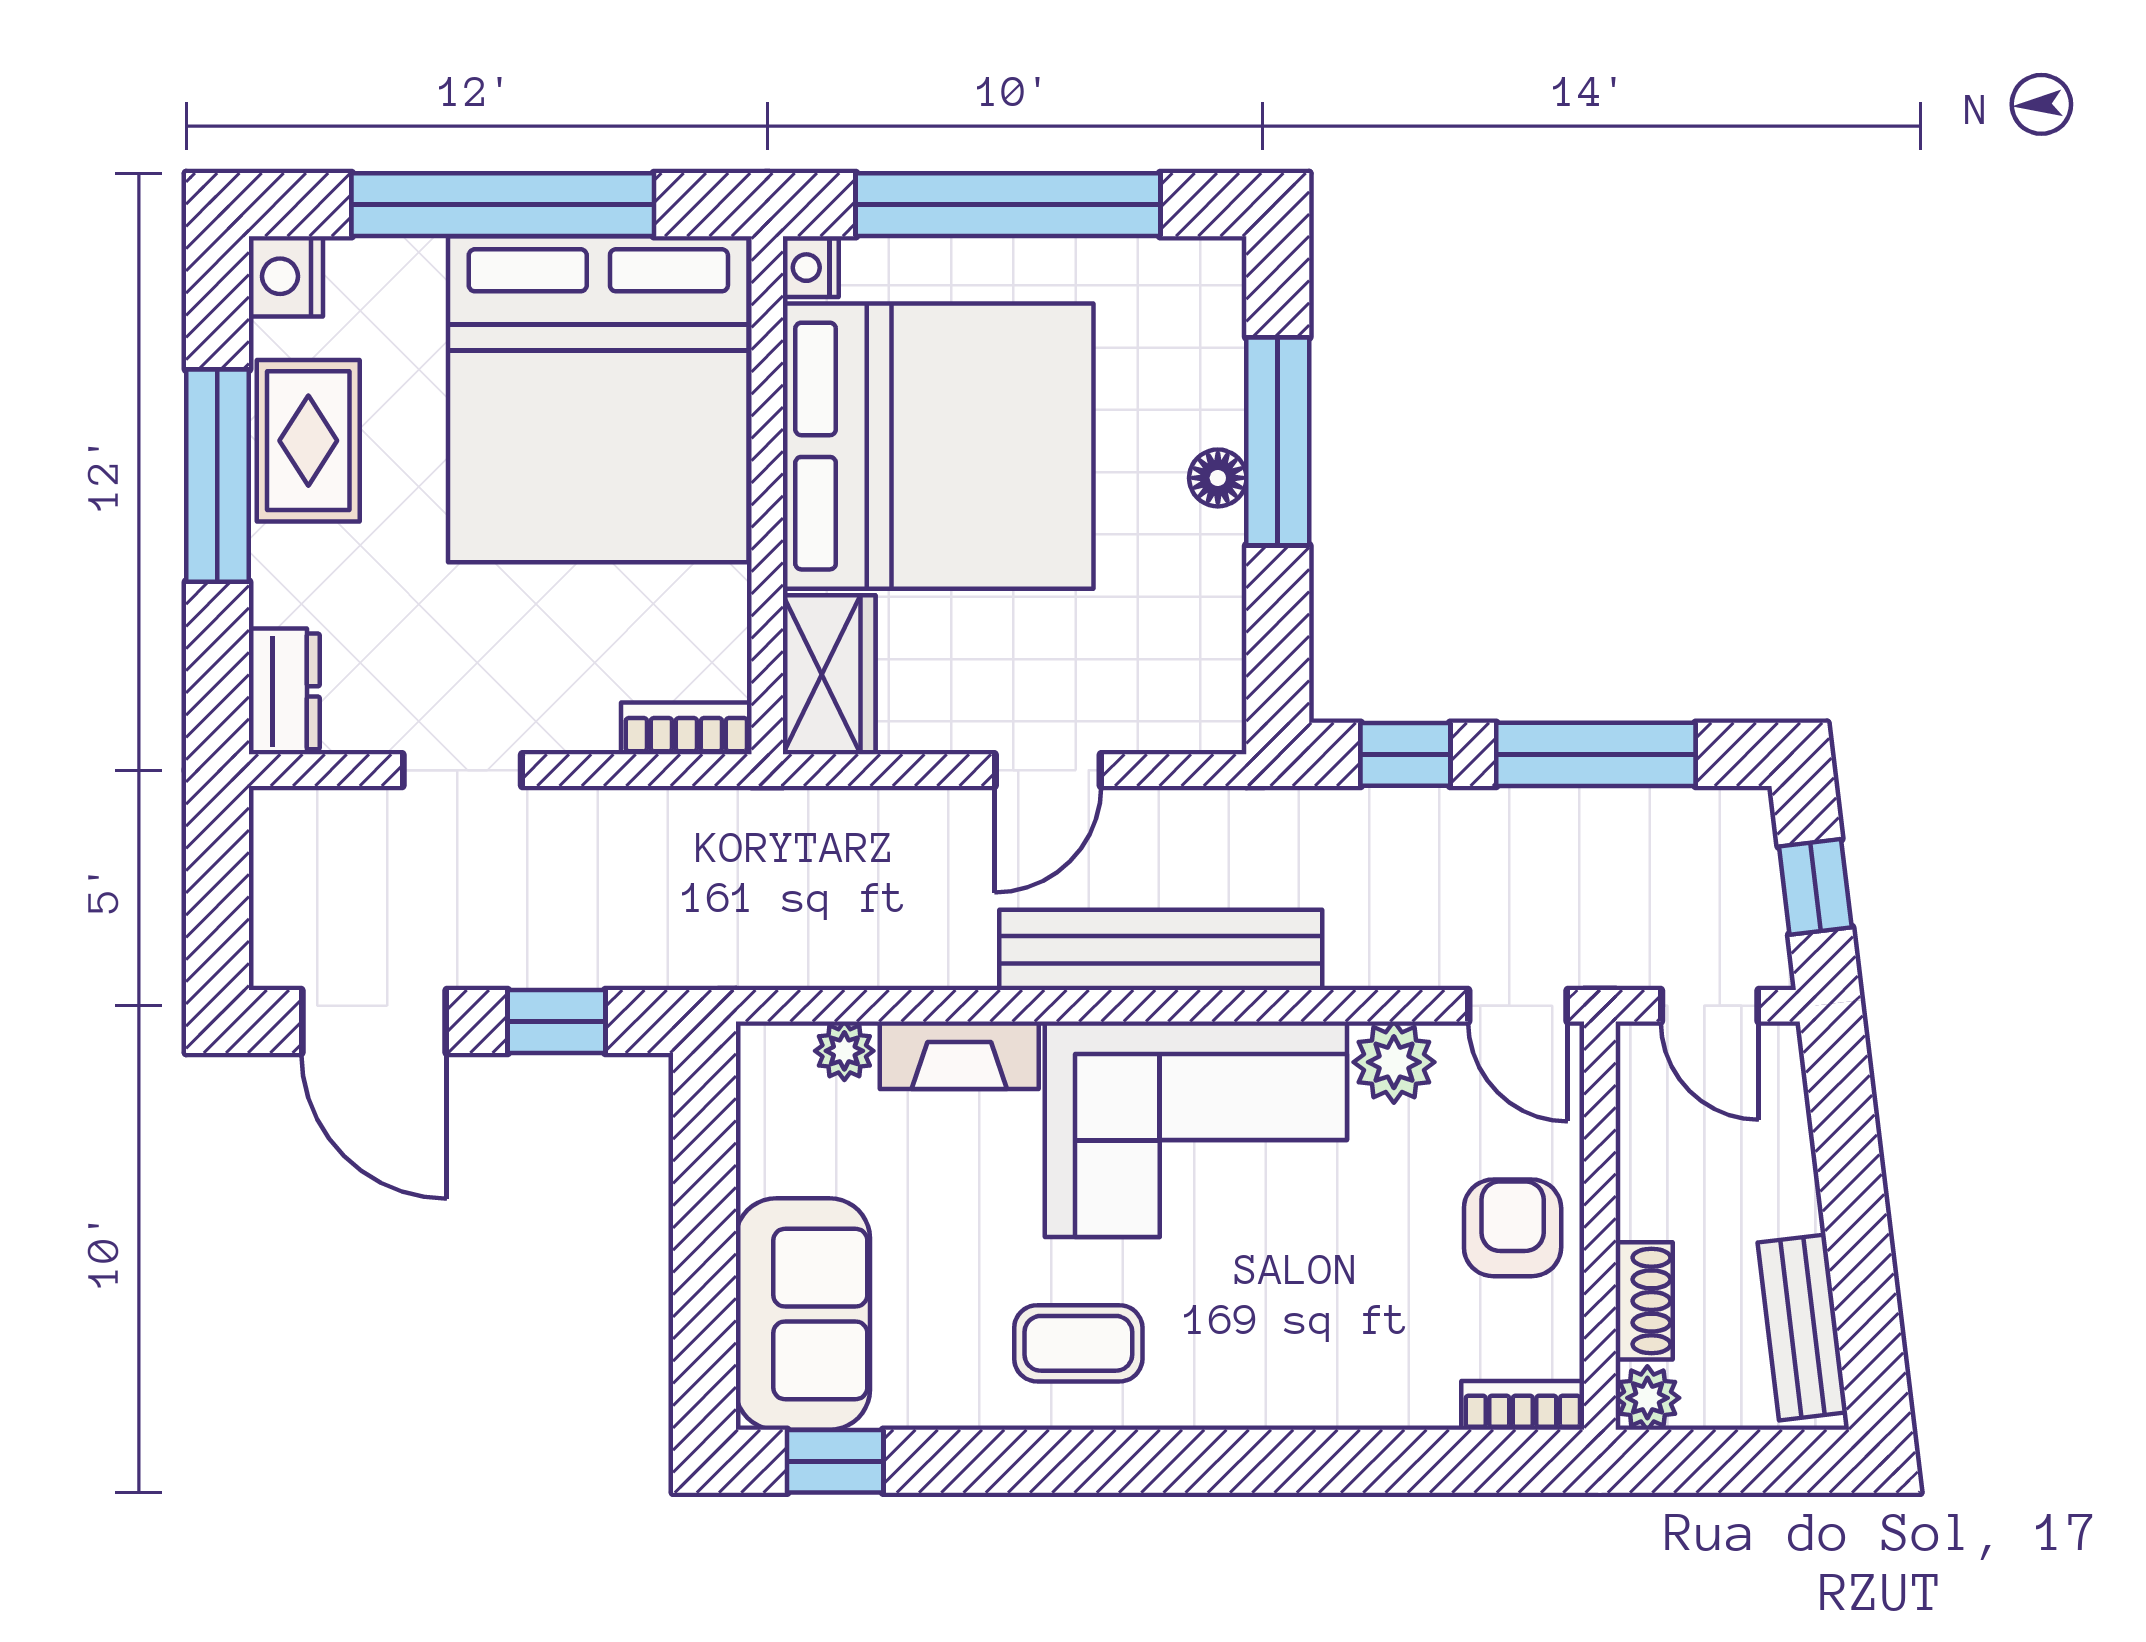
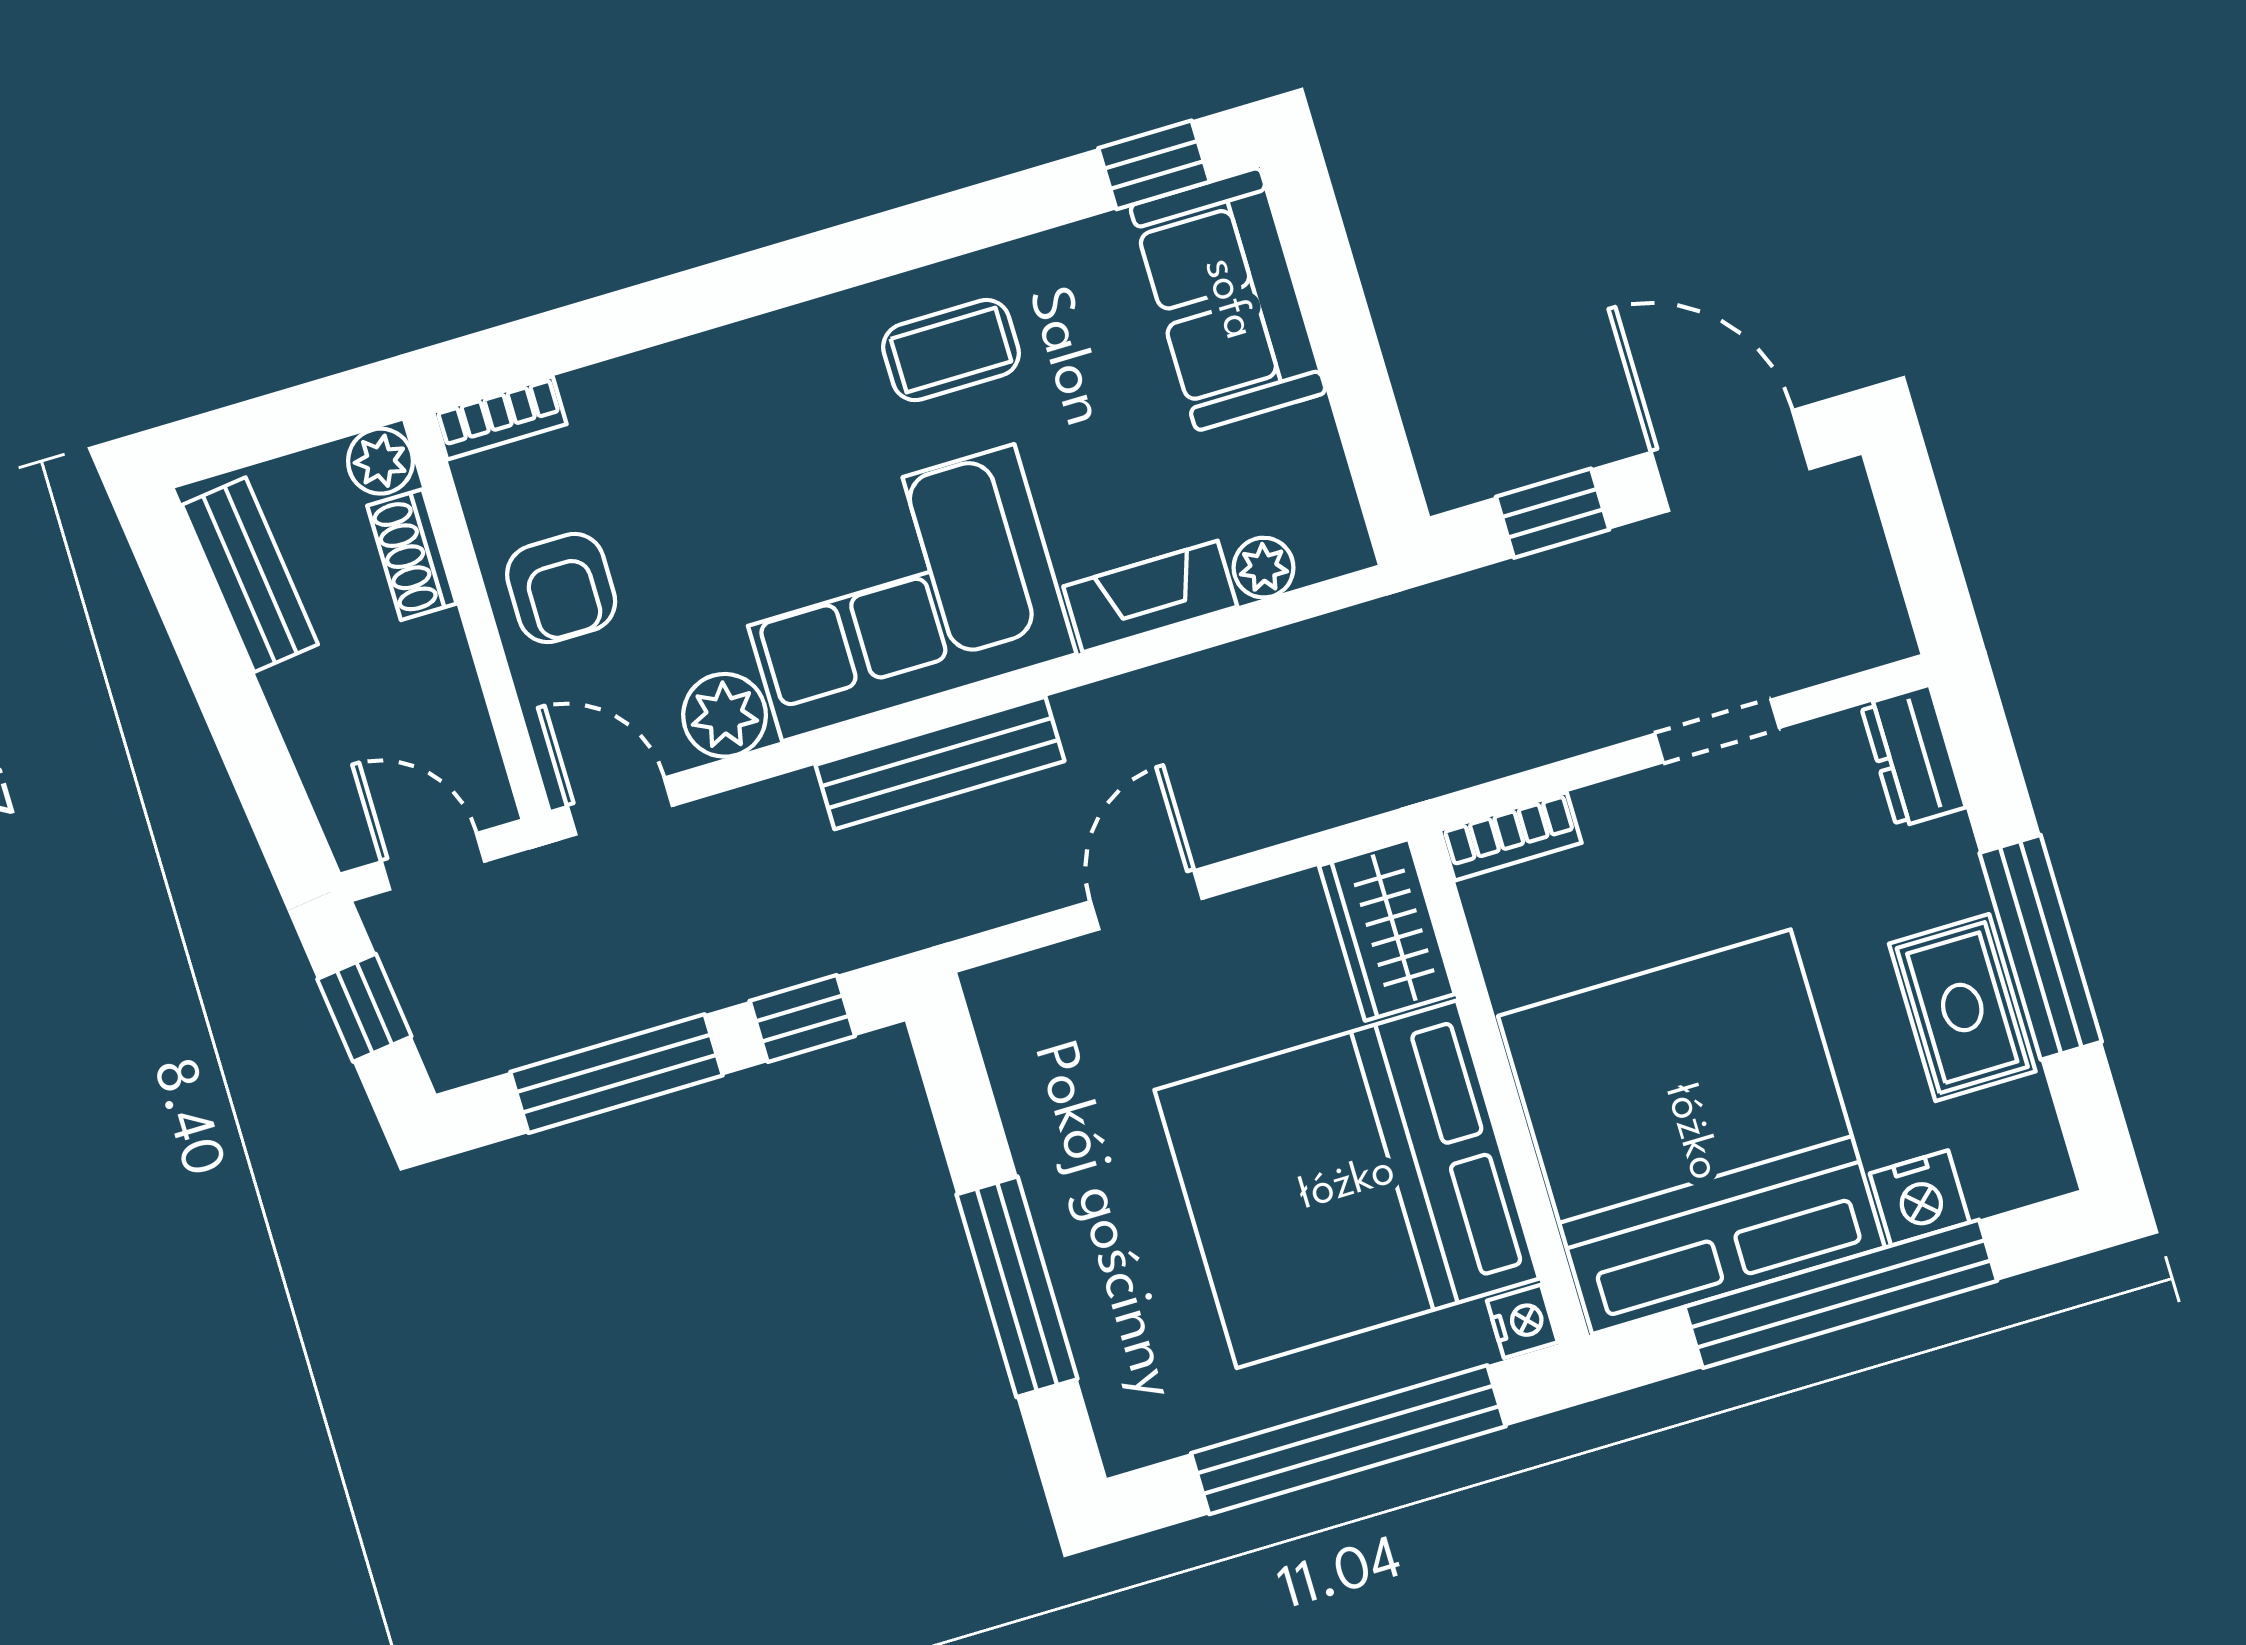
nightstand: (286, 276) -> (1920, 1198), moved, turned 90
floor lamp: (1218, 478) -> (1065, 1234), removed
bench: (1161, 950) -> (940, 763), width x0.73, depth x0.82

